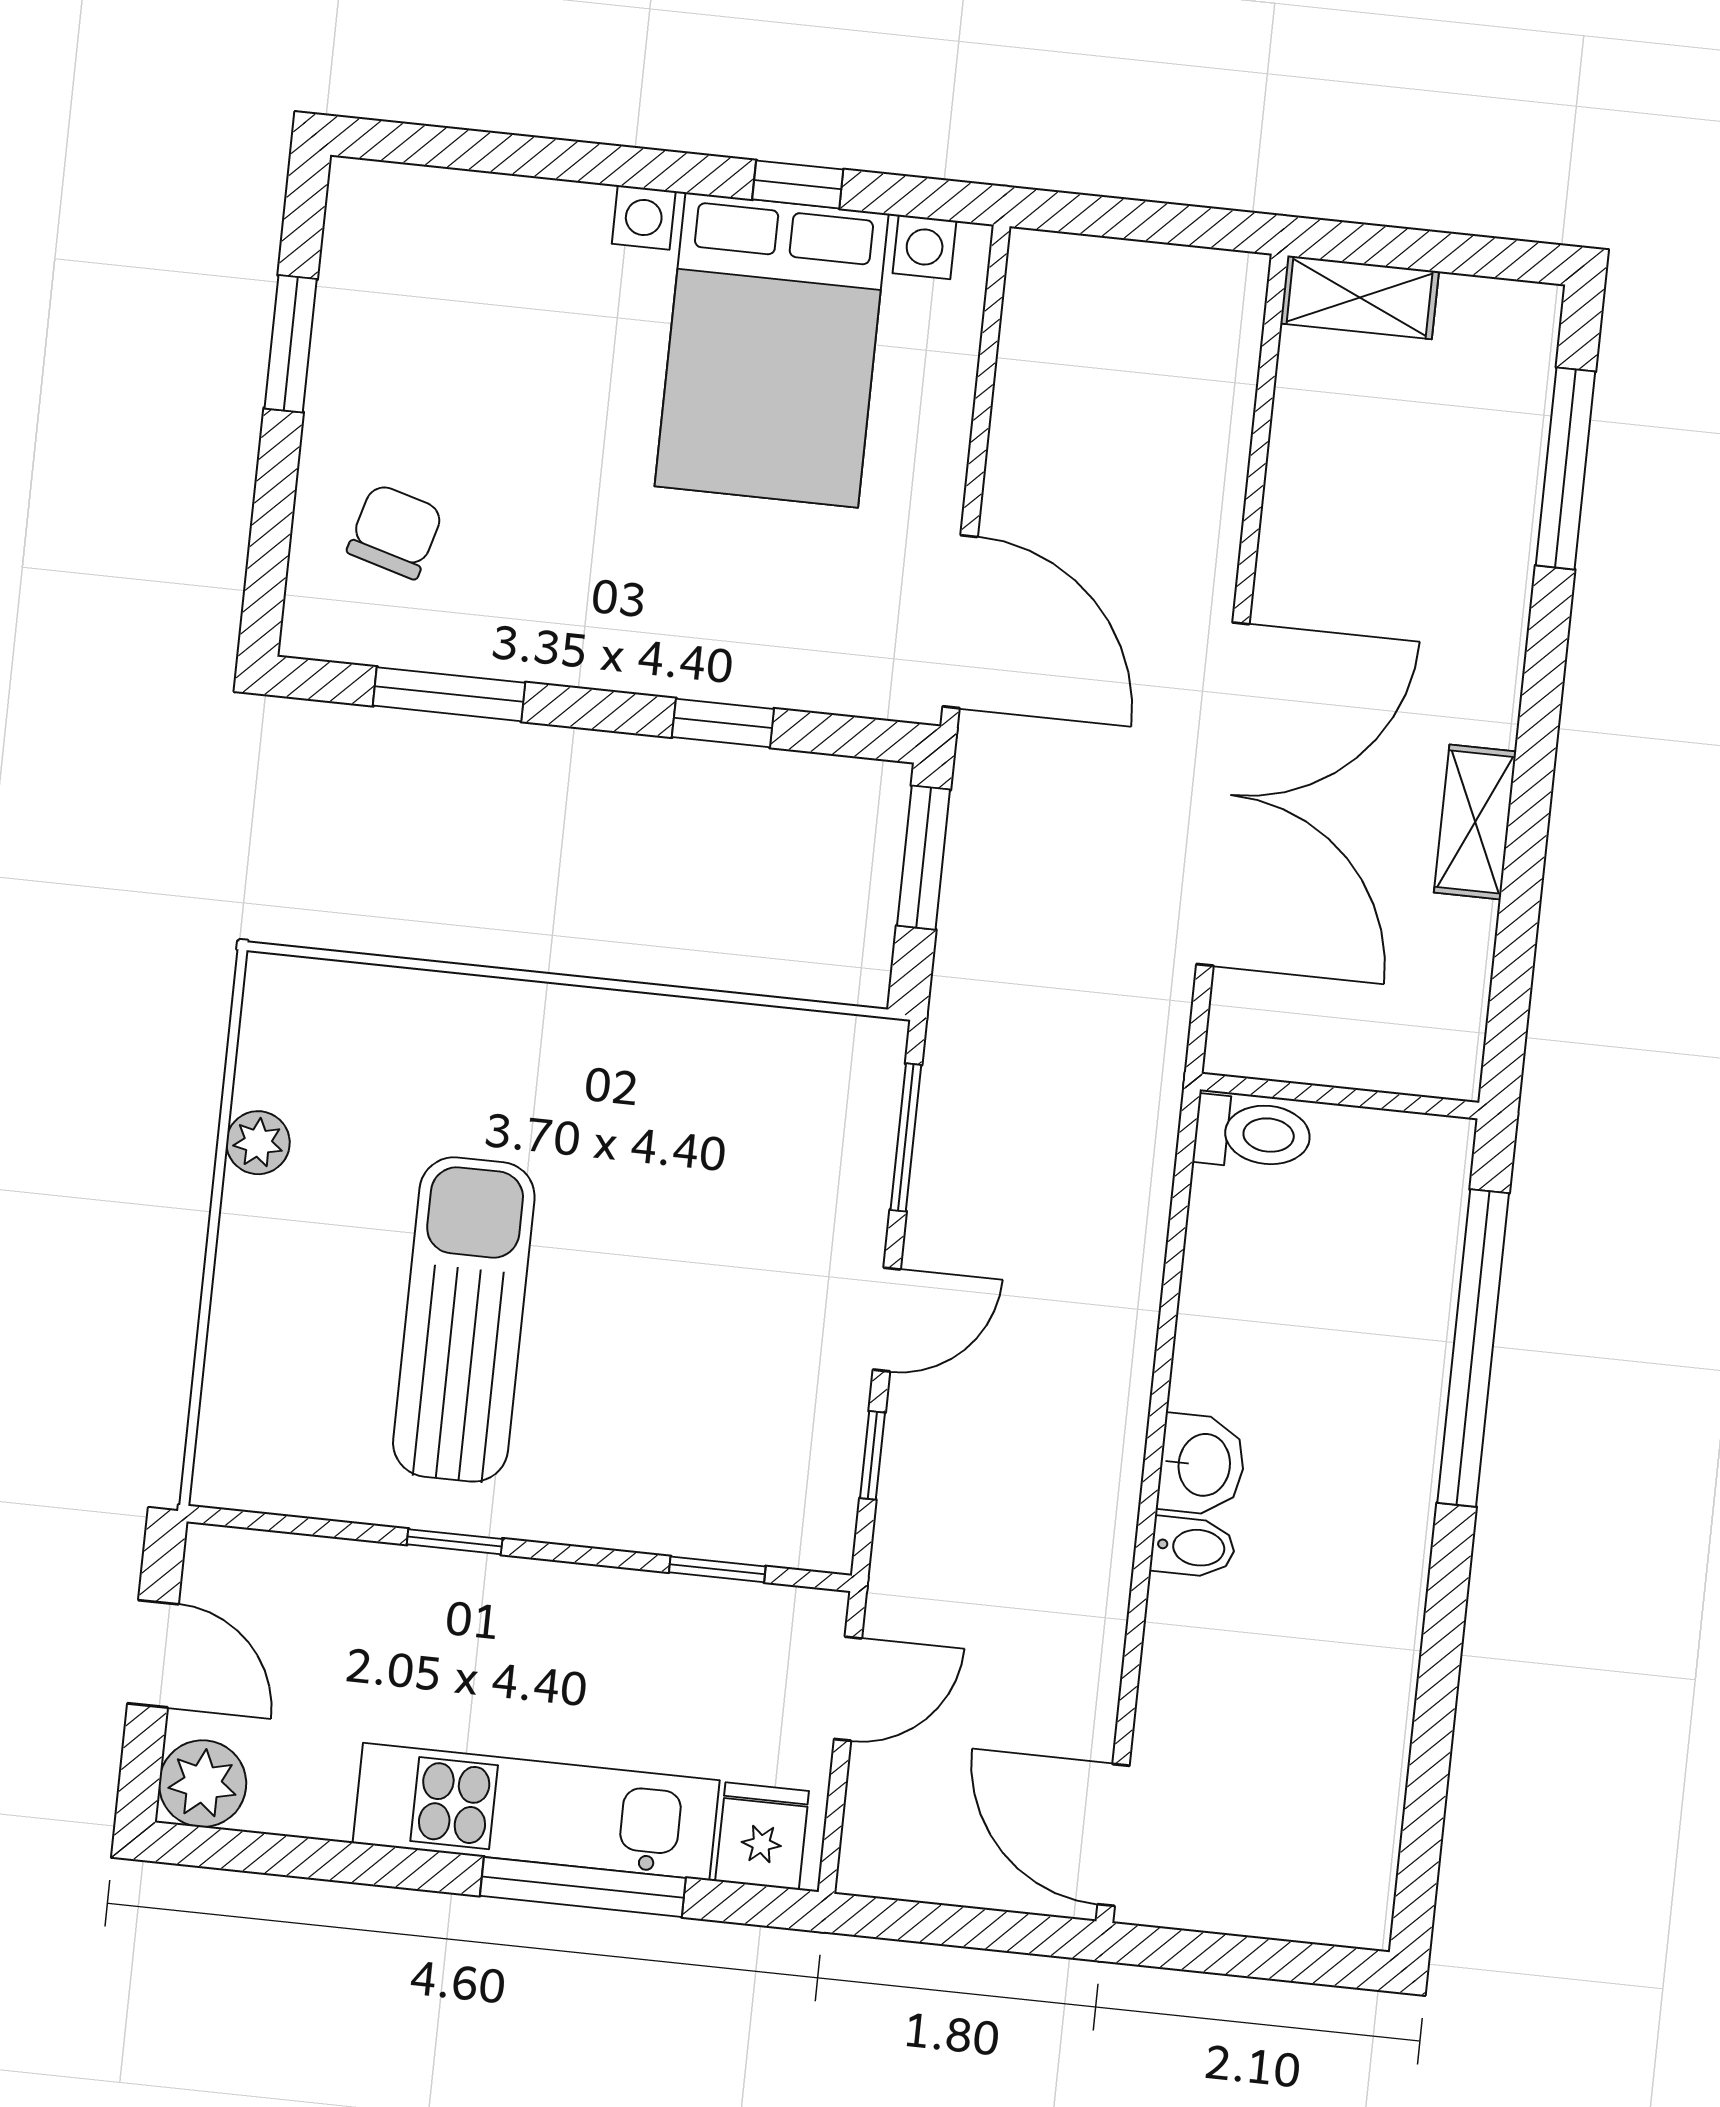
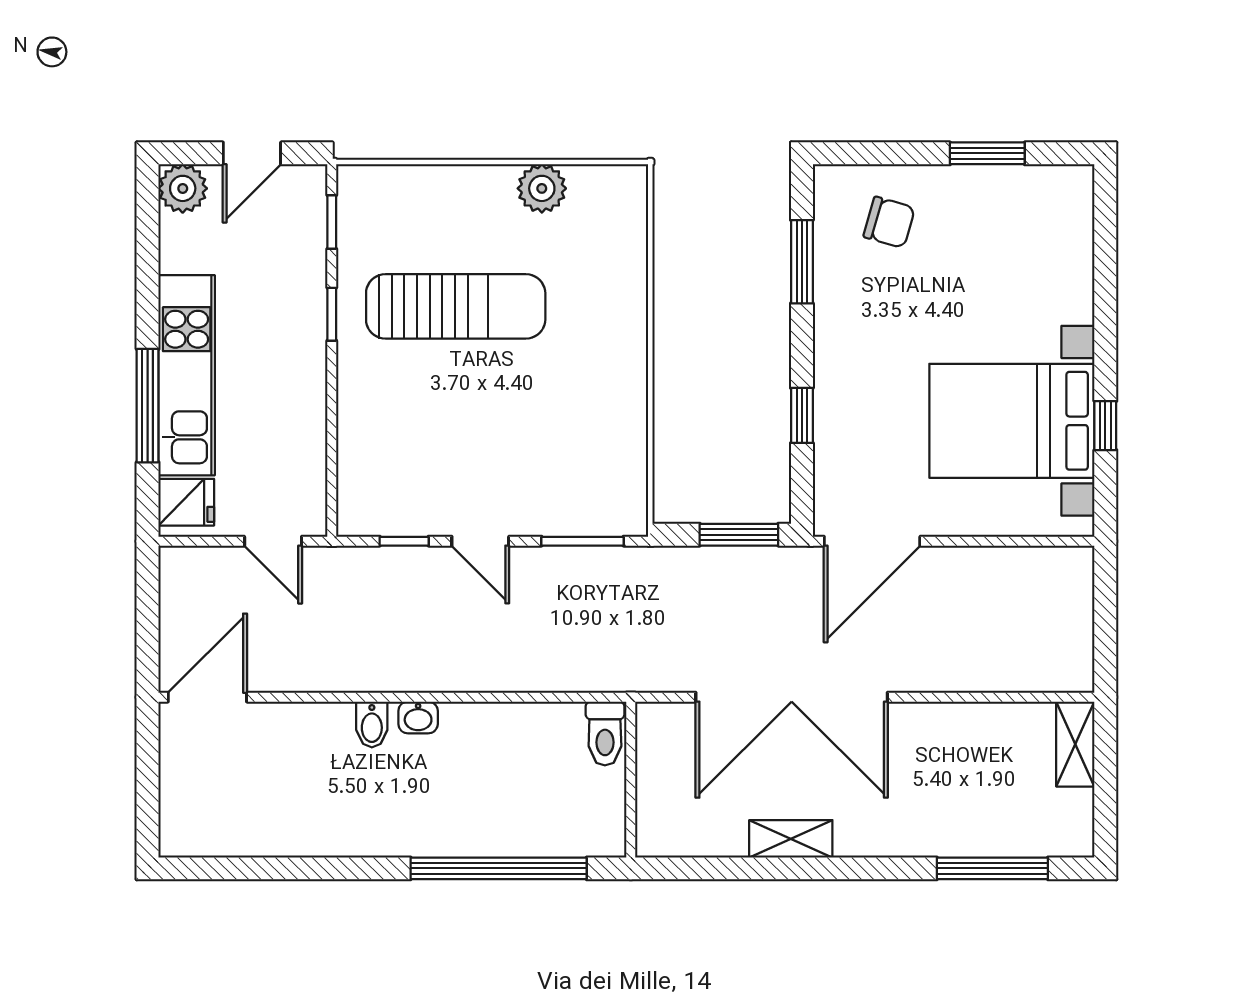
plant: (258, 1143) -> (542, 188), width x1.38, depth x1.38
washbasin: (1202, 1465) -> (418, 717), width x0.72, depth x0.69
window: (717, 1569) -> (332, 222), moved

